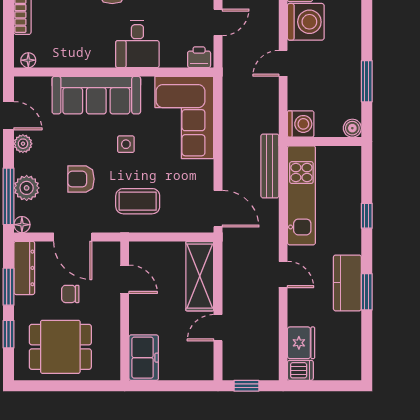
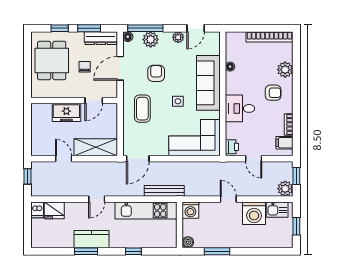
floor lamp: (28, 60) -> (230, 67), moved
freezer: (144, 358) -> (66, 112), moved

